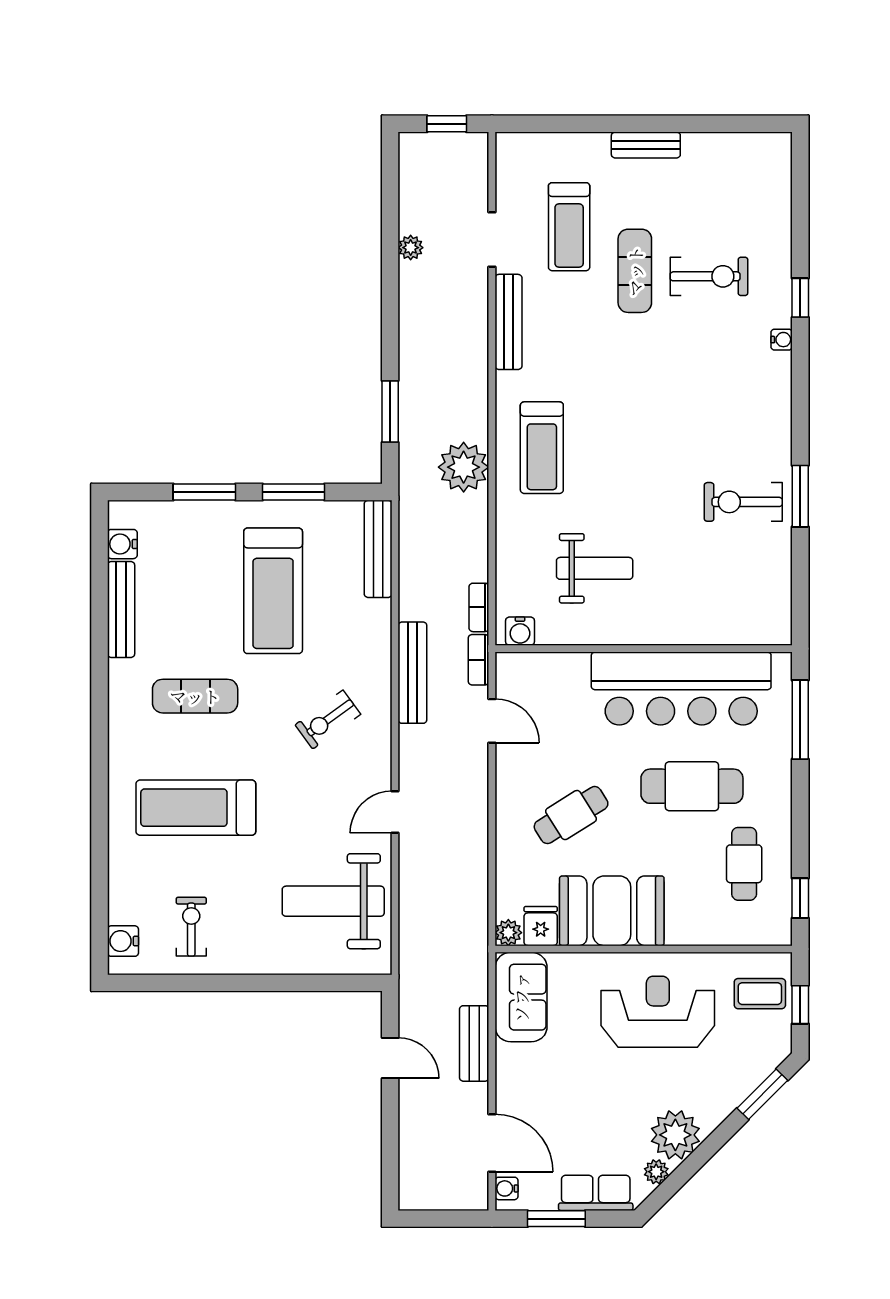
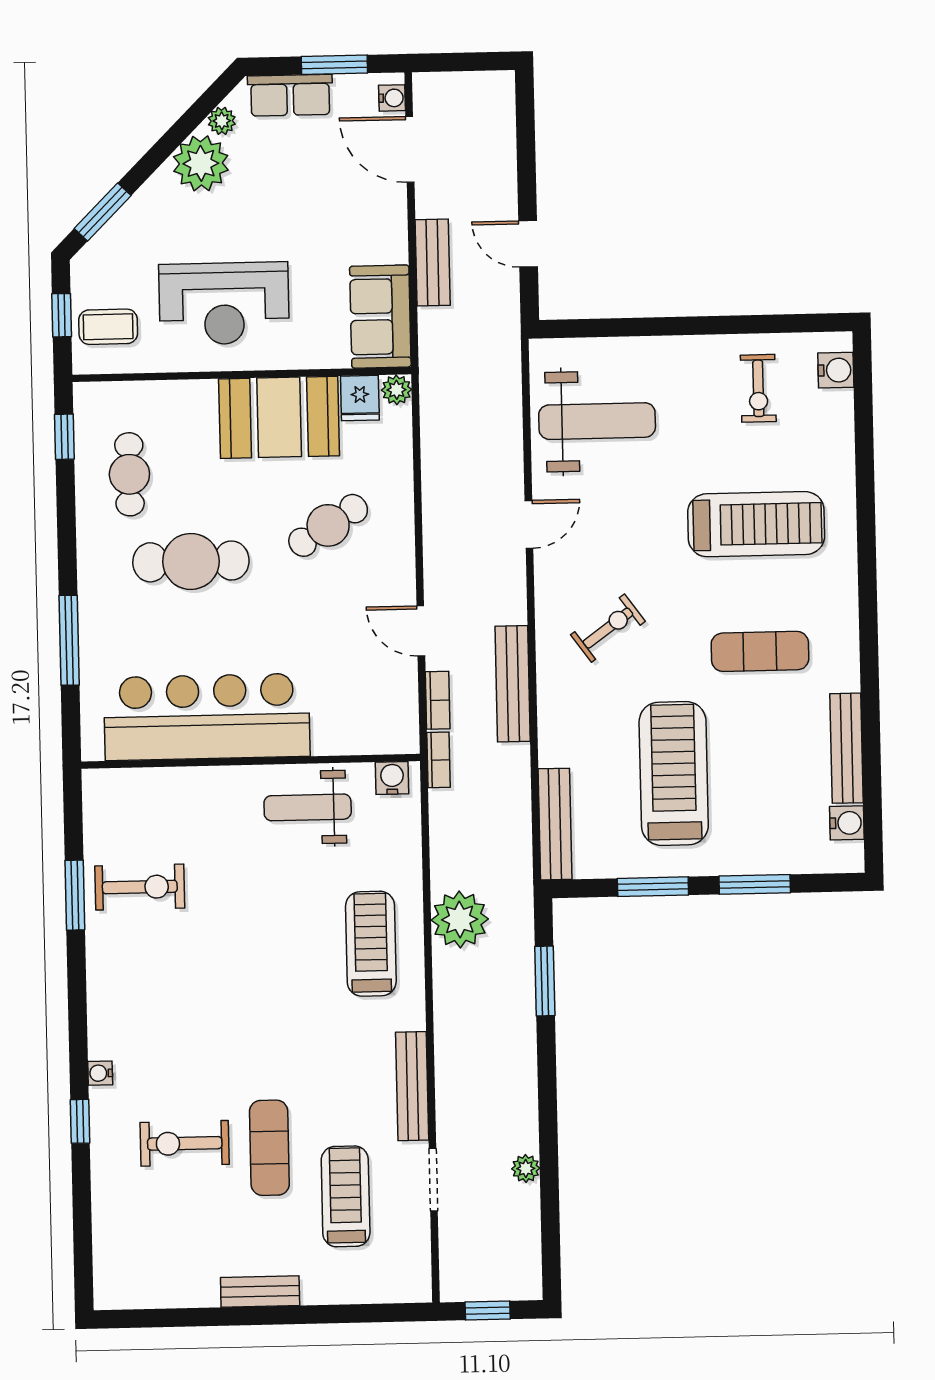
water cooler: (520, 631) -> (392, 778), moved
wall: (644, 649) -> (251, 761), moved
bar counter: (681, 688) -> (207, 717), moved

